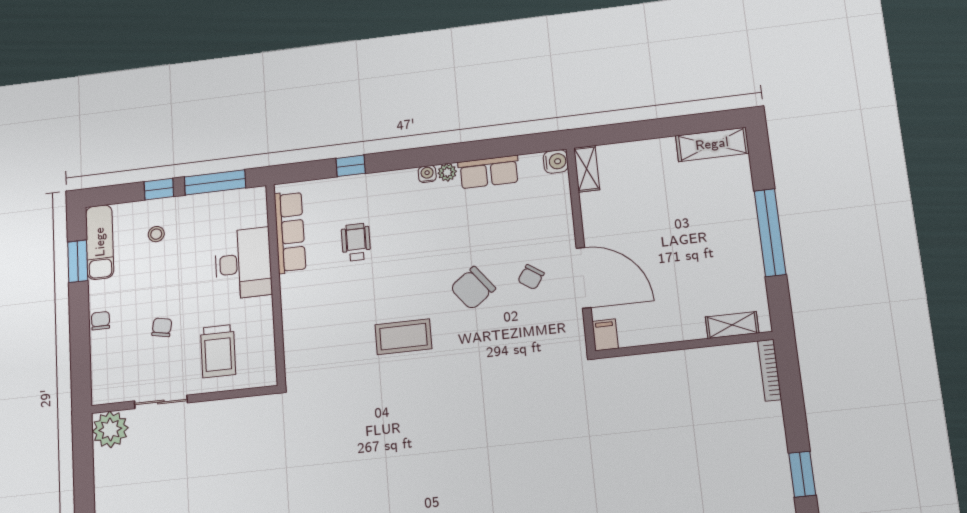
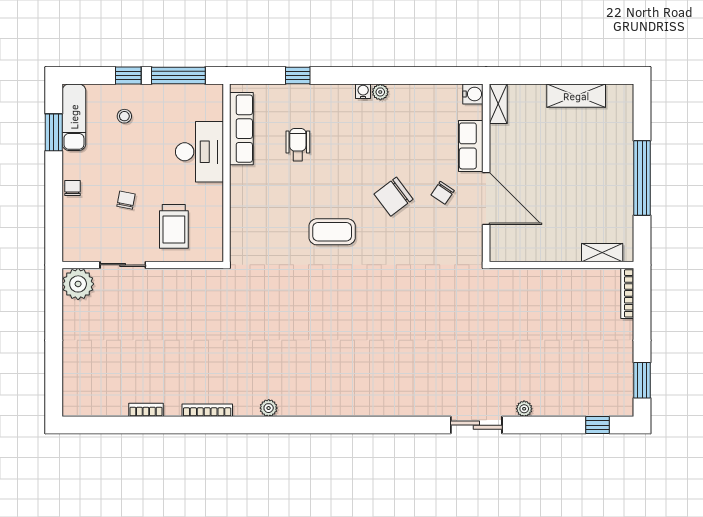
shelving: (712, 144) -> (576, 96), moved
row of seats: (489, 172) -> (471, 146), moved, turned 90
filing cabinet: (605, 335) -> (499, 249), removed

